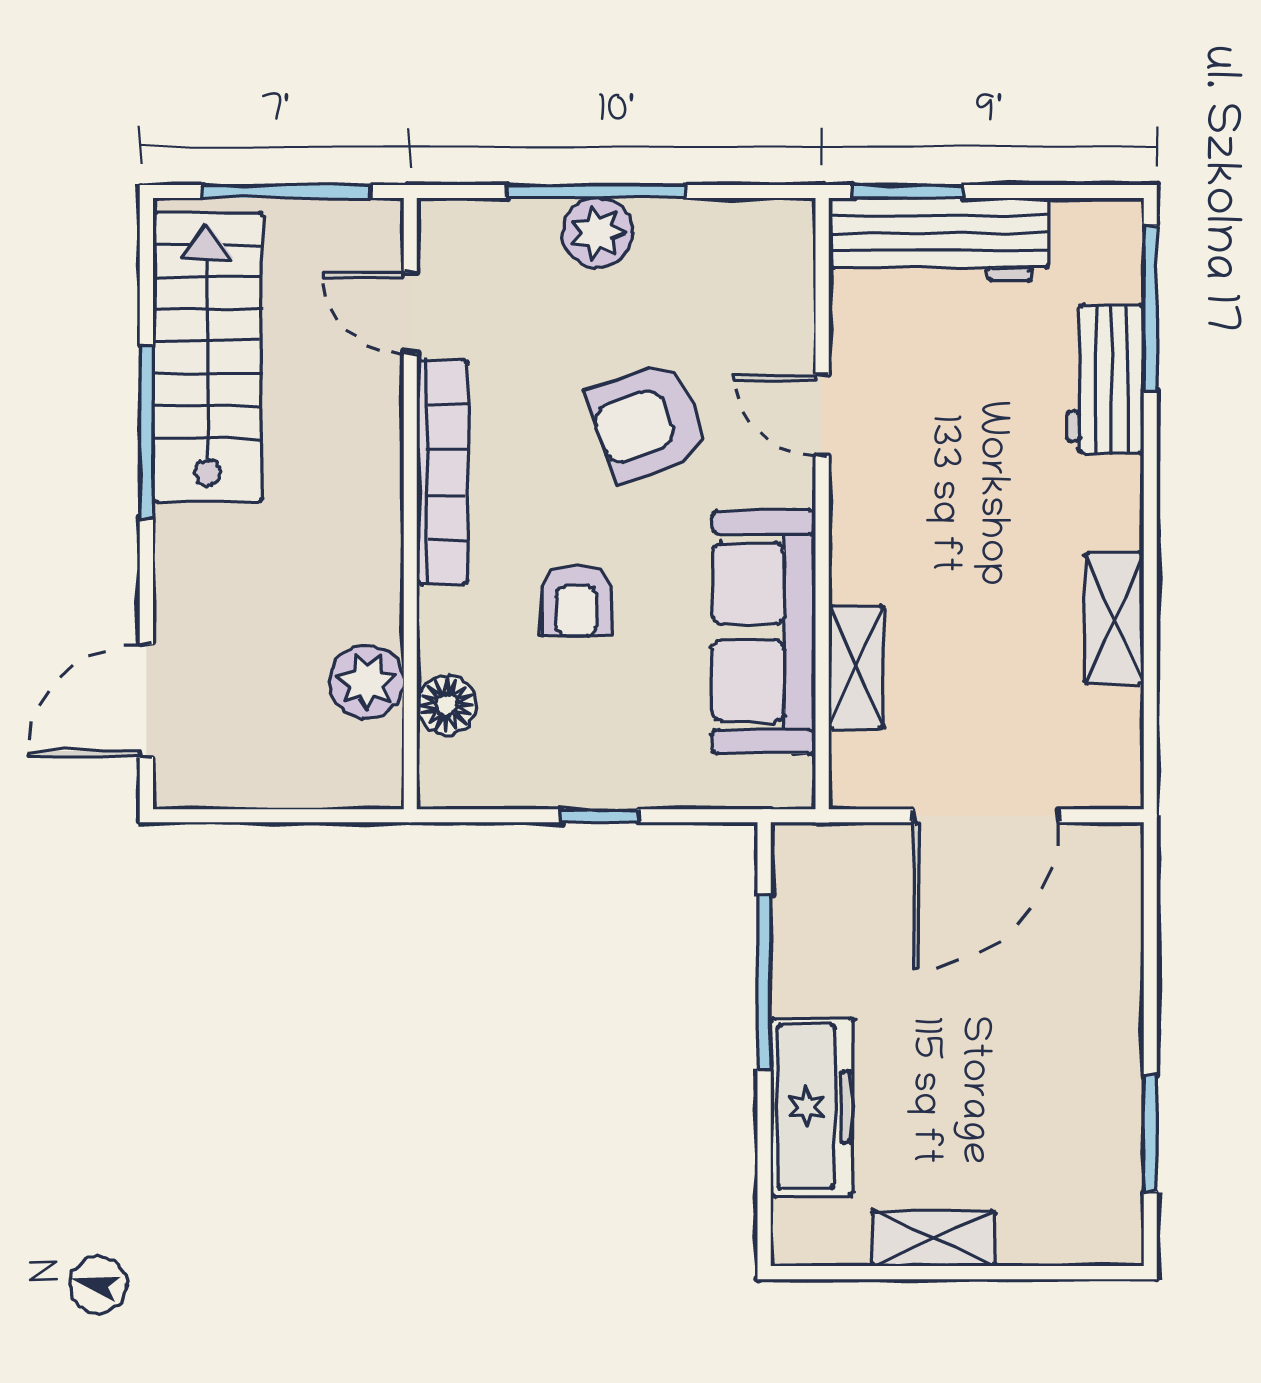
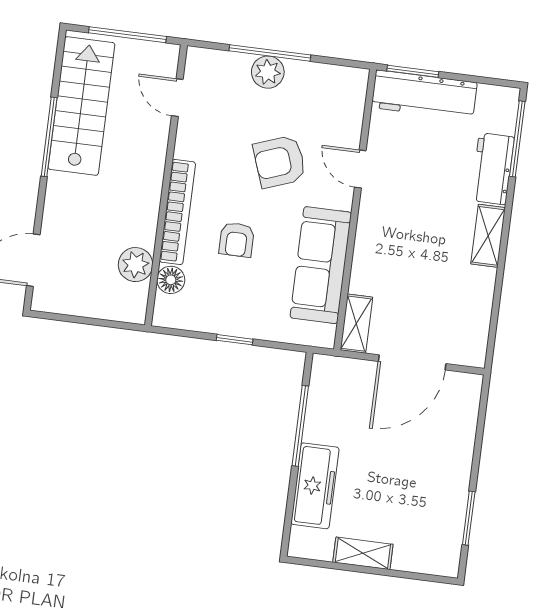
bookcase: (442, 472) -> (177, 212), moved
shelving: (1114, 618) -> (488, 236), moved
shelving: (856, 667) -> (356, 324), moved

